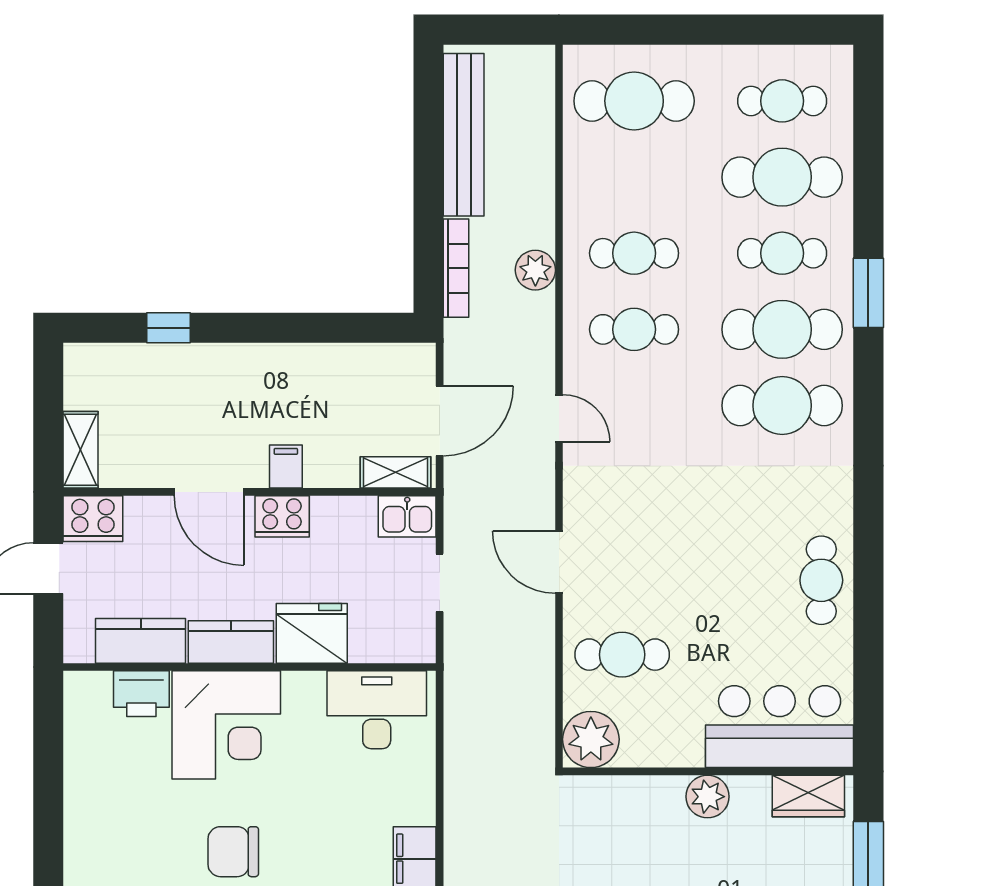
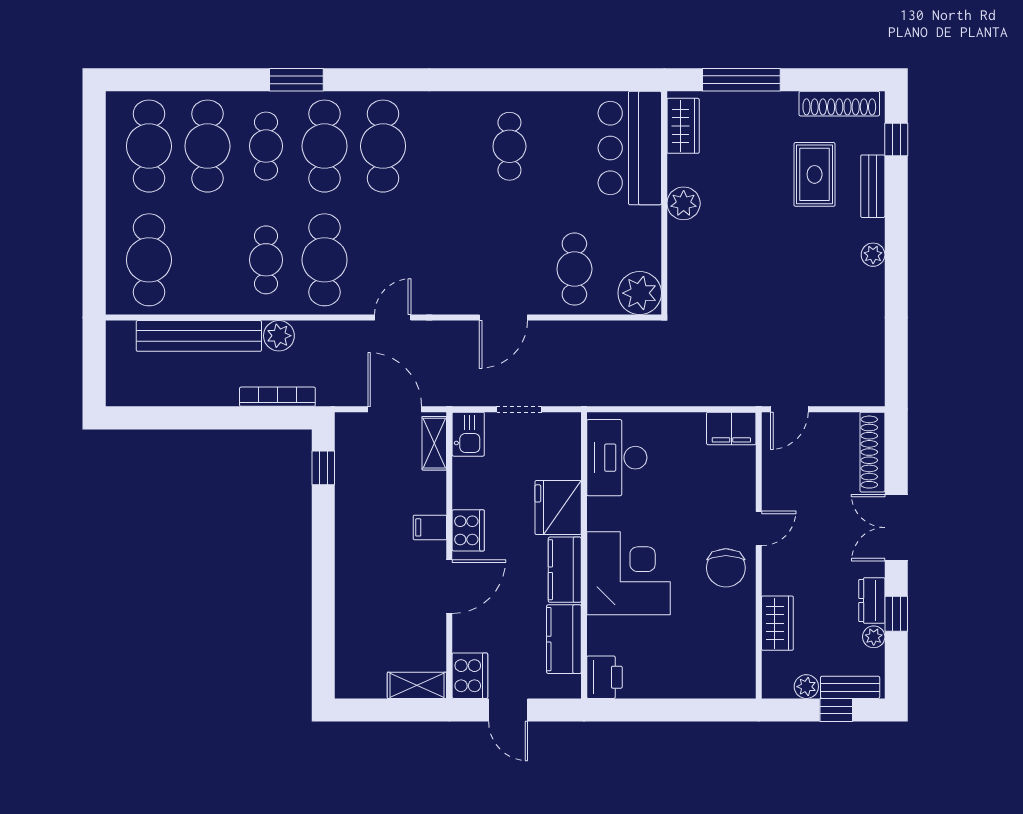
cafe table: (782, 101) -> (149, 146), width x1.37, depth x1.35
bench: (464, 135) -> (199, 336), moved
window: (169, 328) -> (323, 468), moved
cafe table: (634, 329) -> (325, 260), width x1.37, depth x1.35
cafe table: (821, 580) -> (509, 146), moved, turned 90
printer: (141, 694) -> (604, 677), moved

